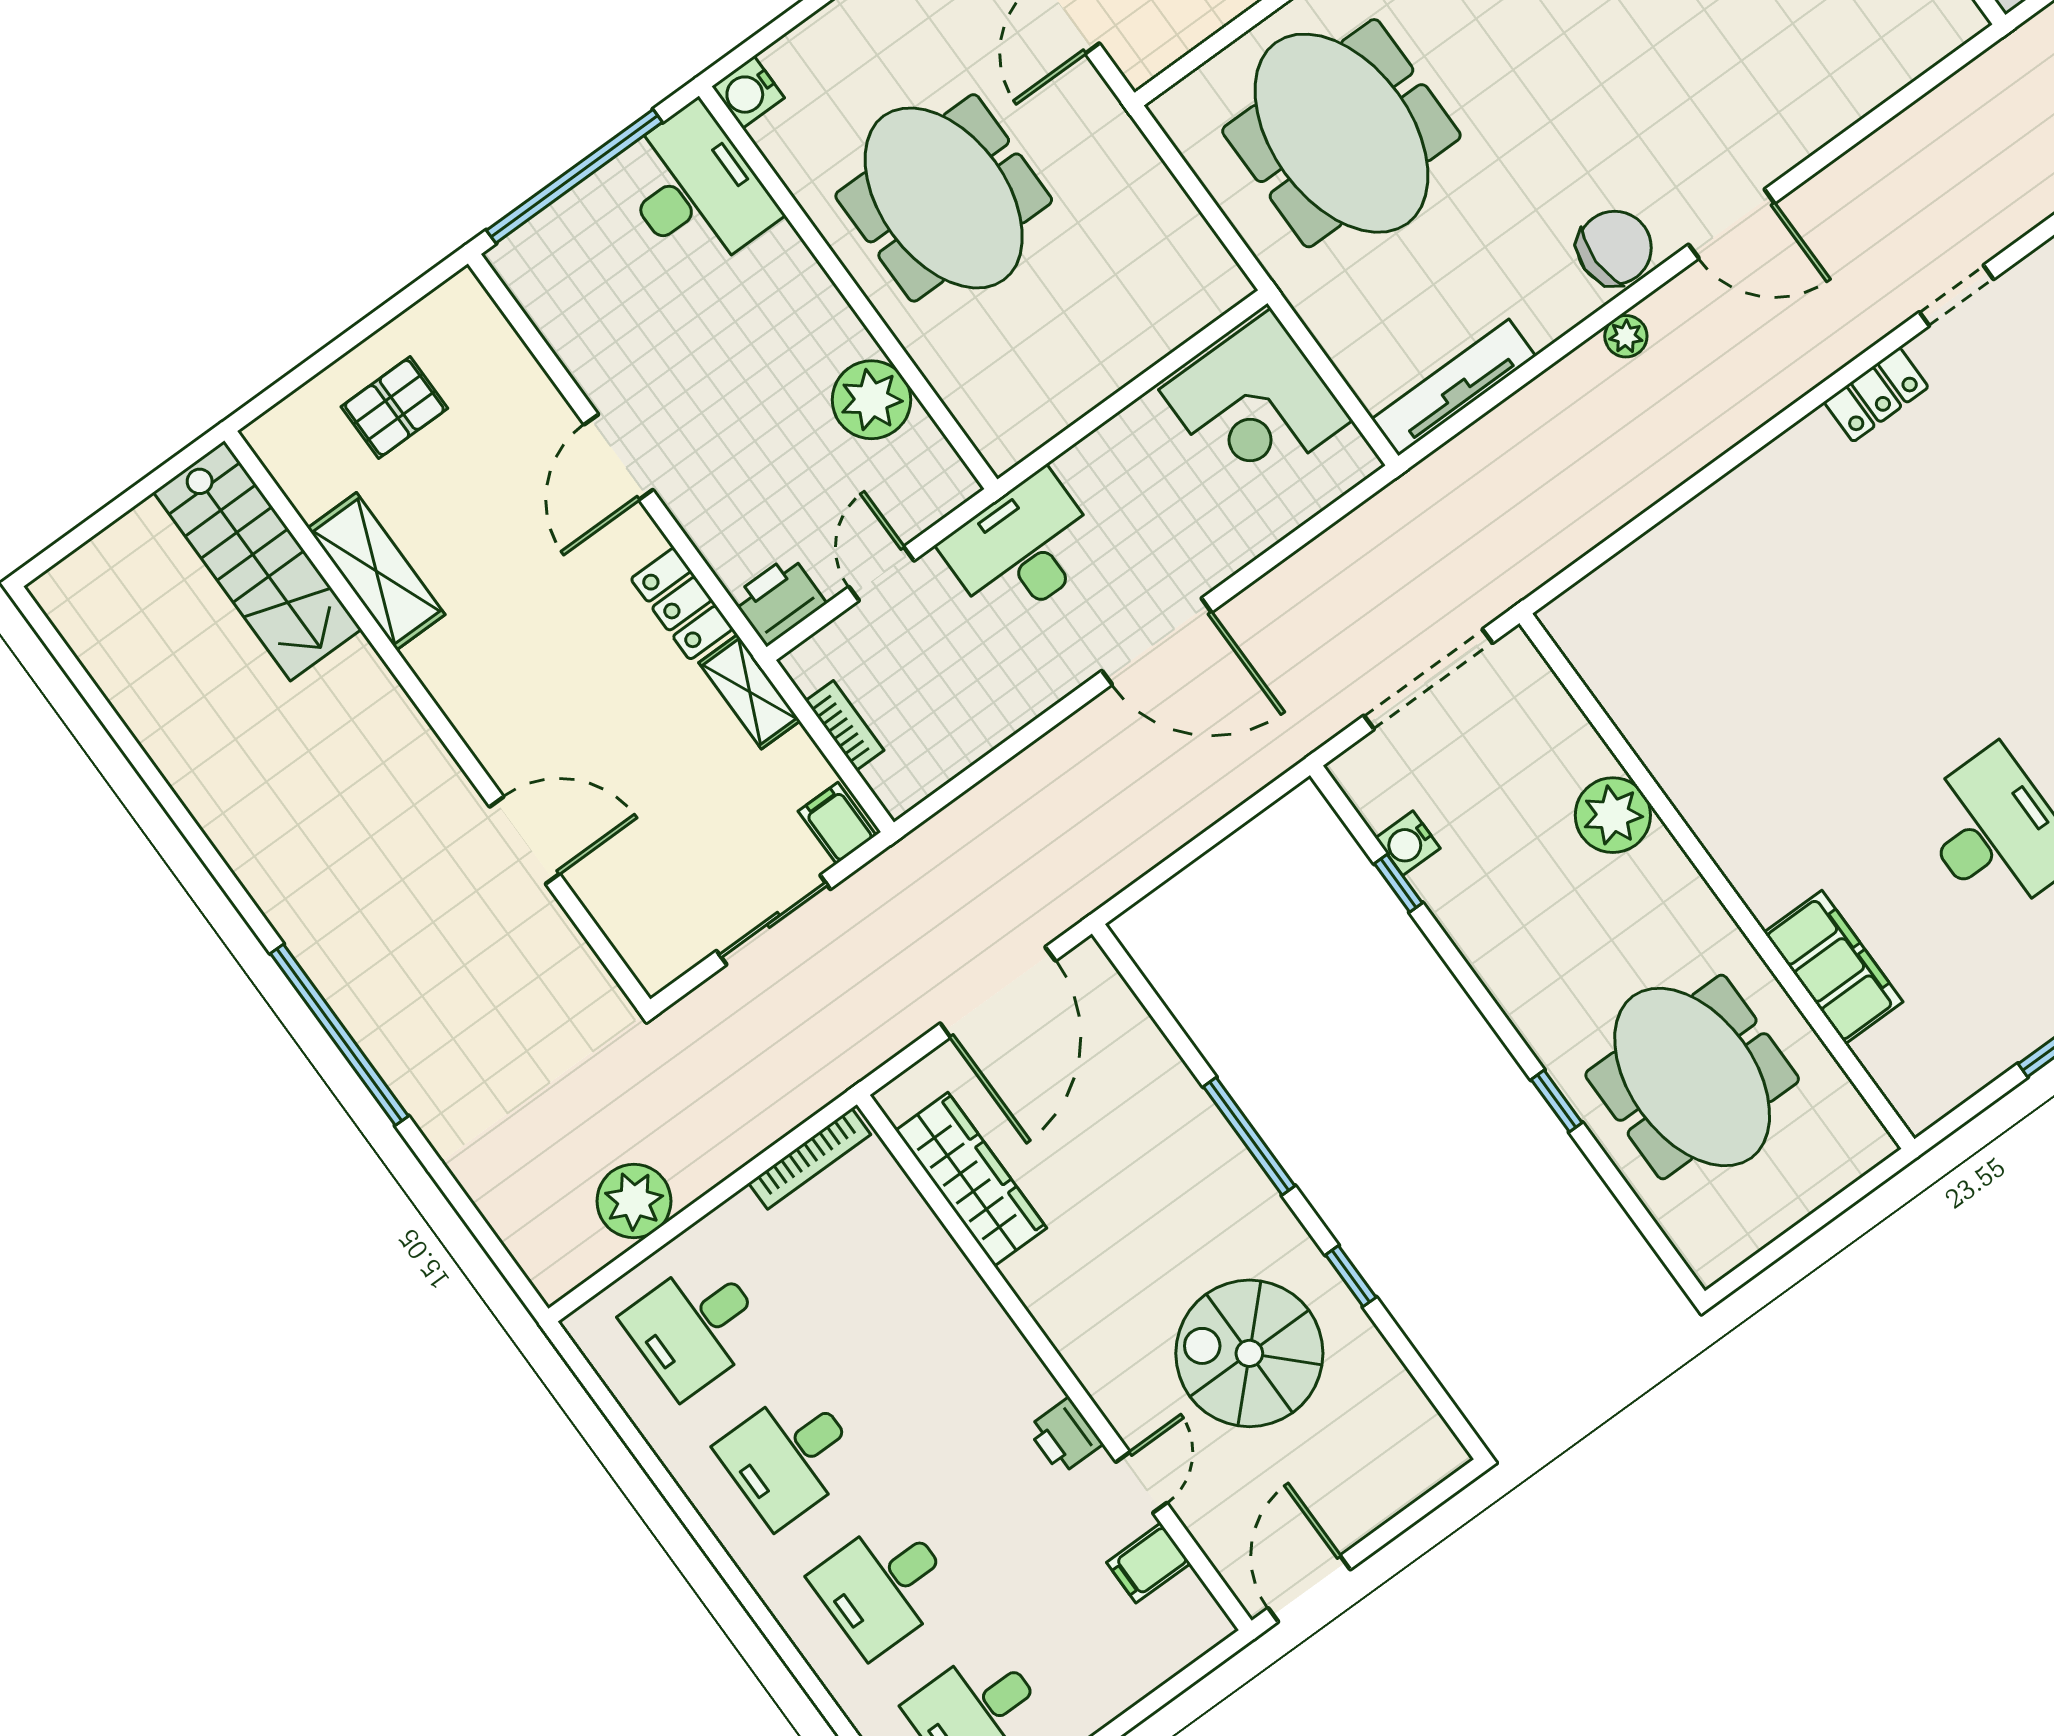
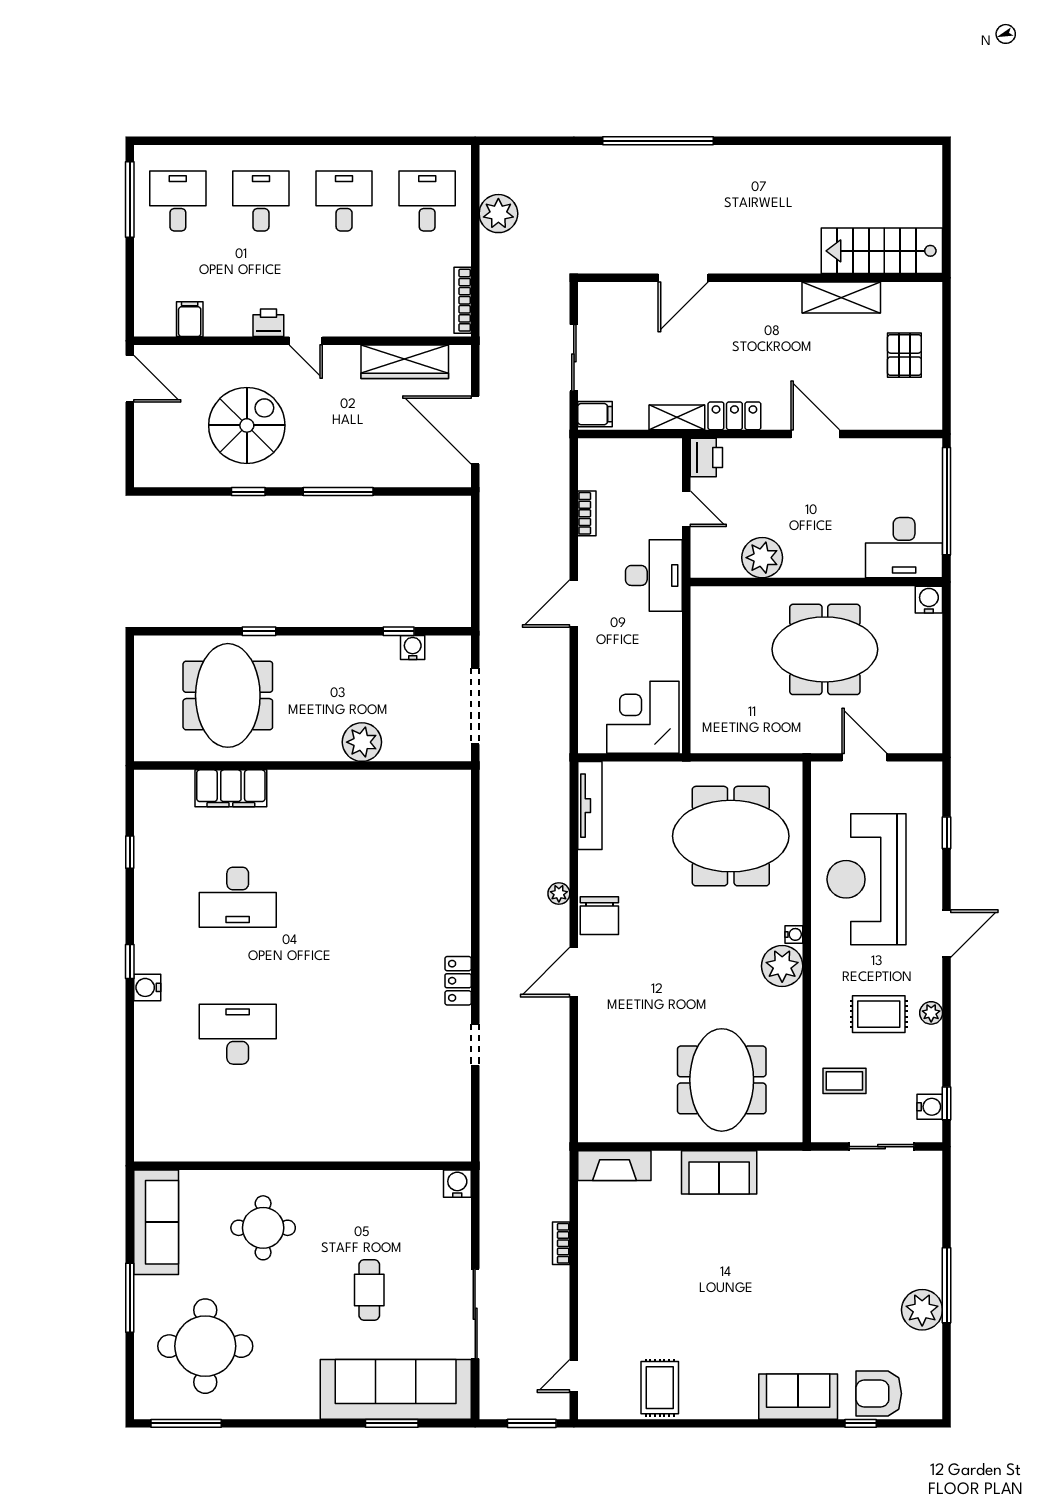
door: (1157, 641) -> (574, 604), width x0.73
bookcase: (845, 726) -> (587, 513), moved, turned -90
meeting table: (1692, 1077) -> (228, 695), turned 90
door: (1141, 1482) -> (306, 341), moved

